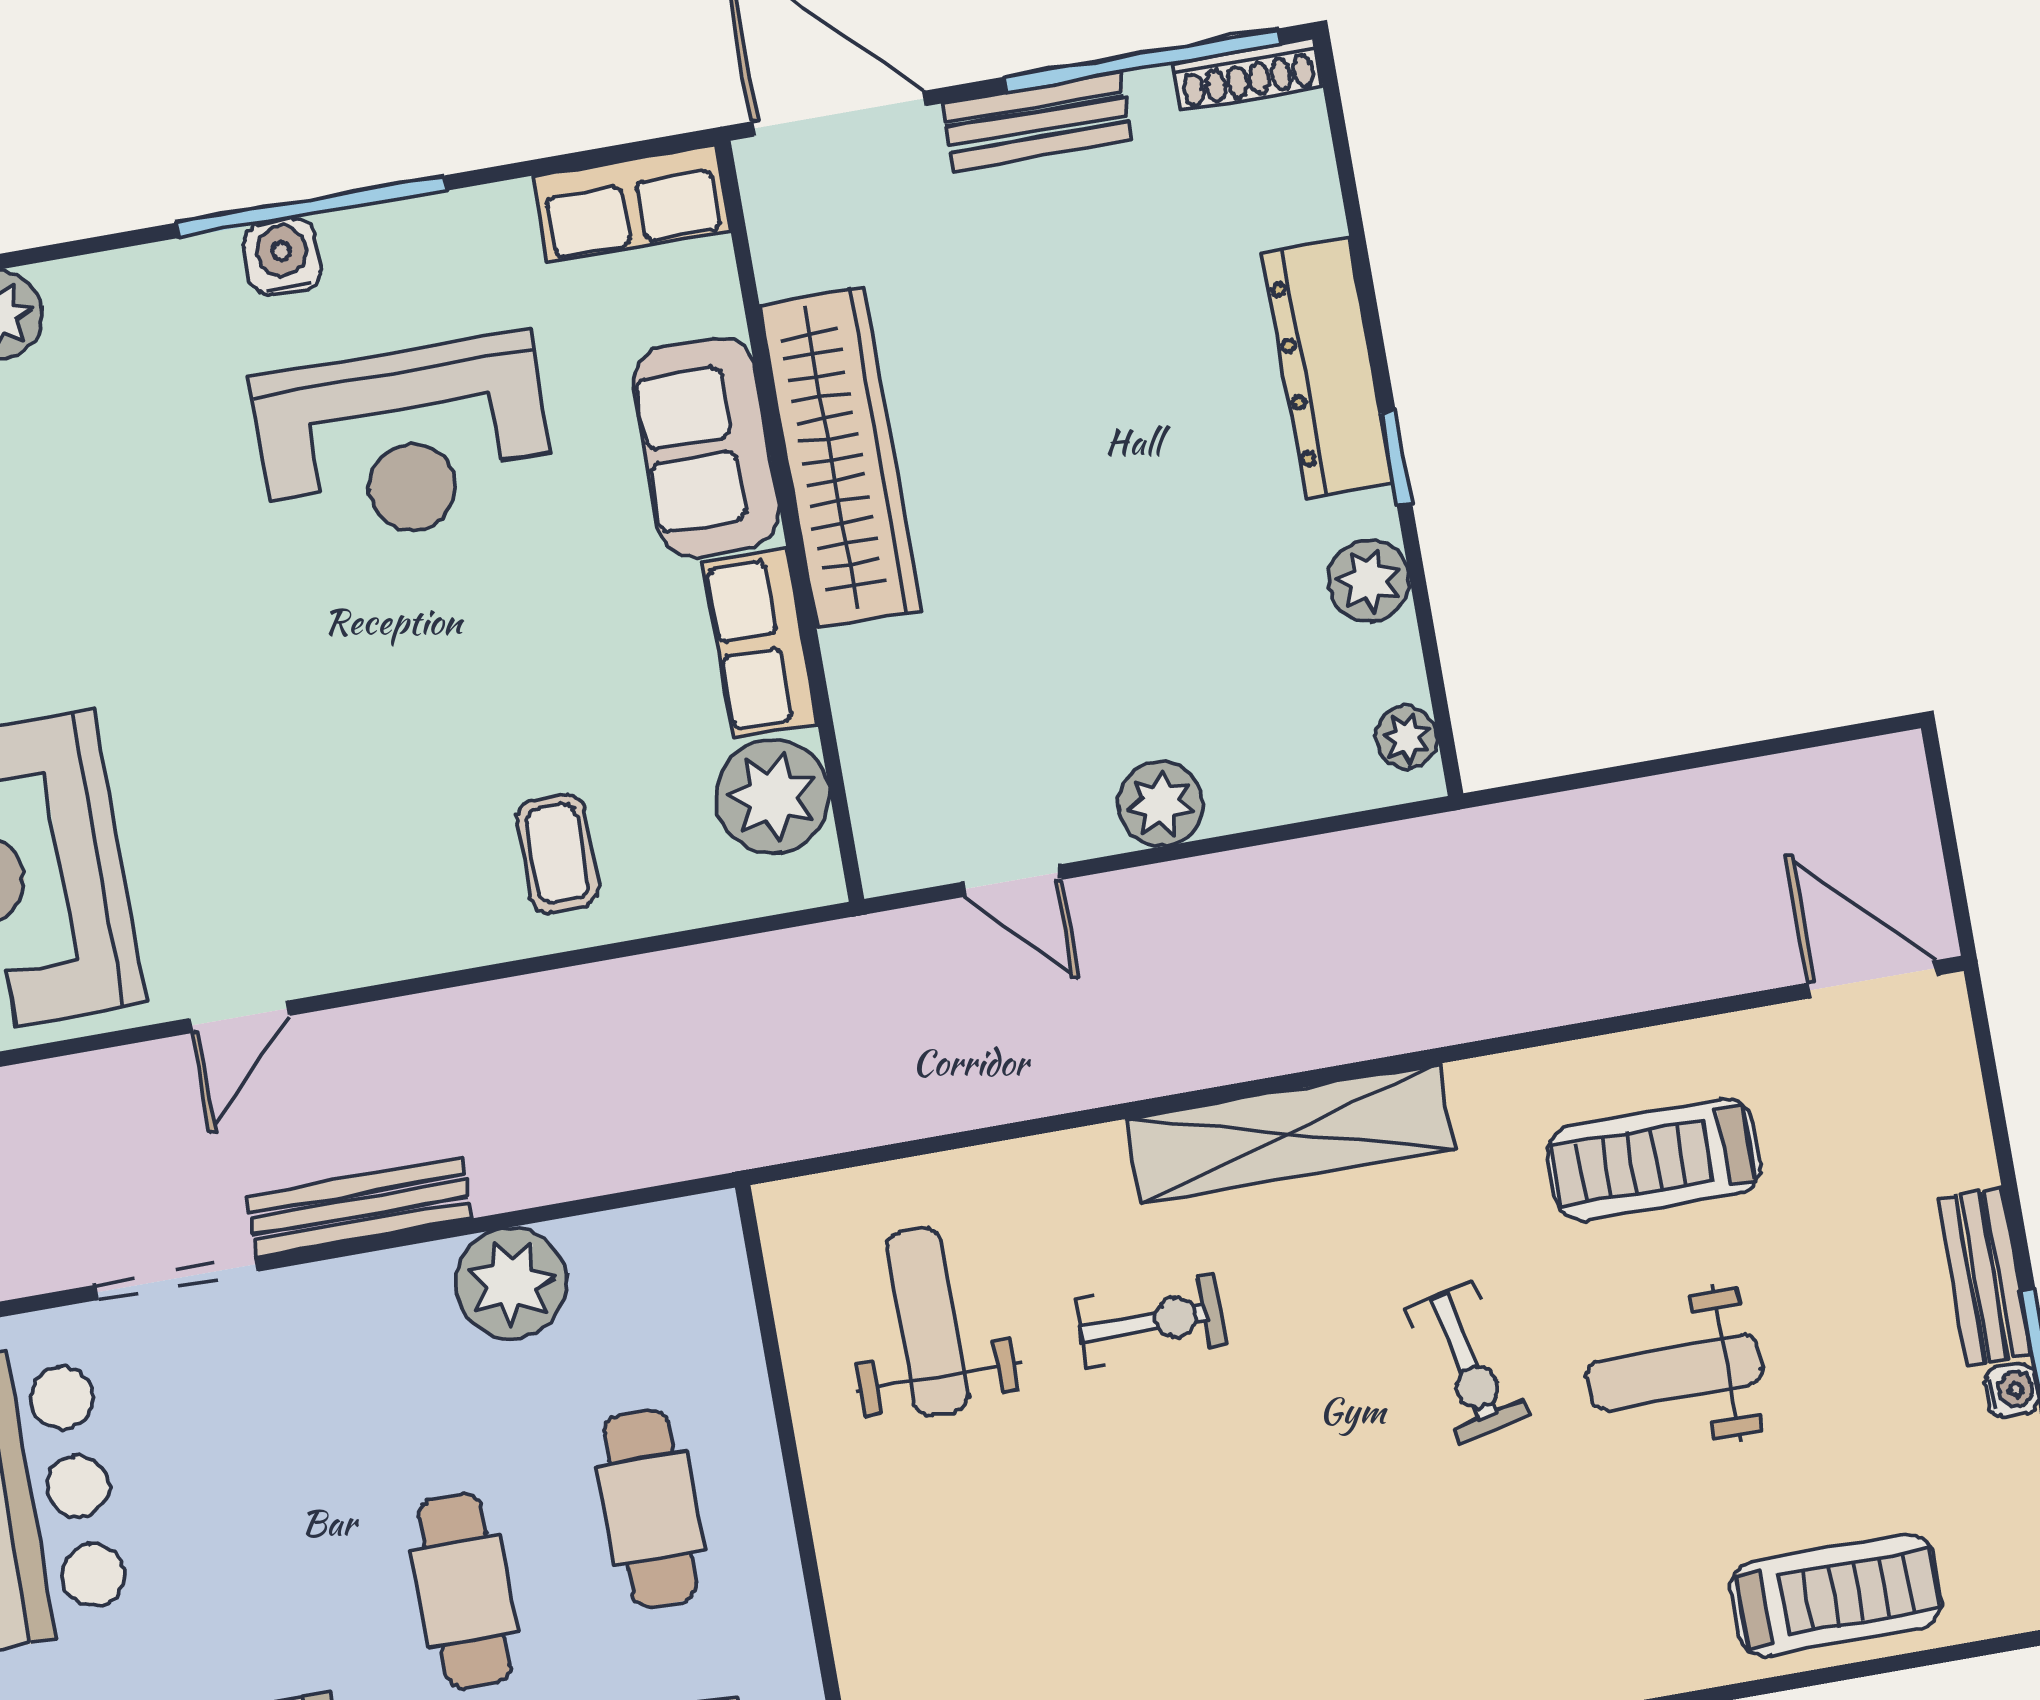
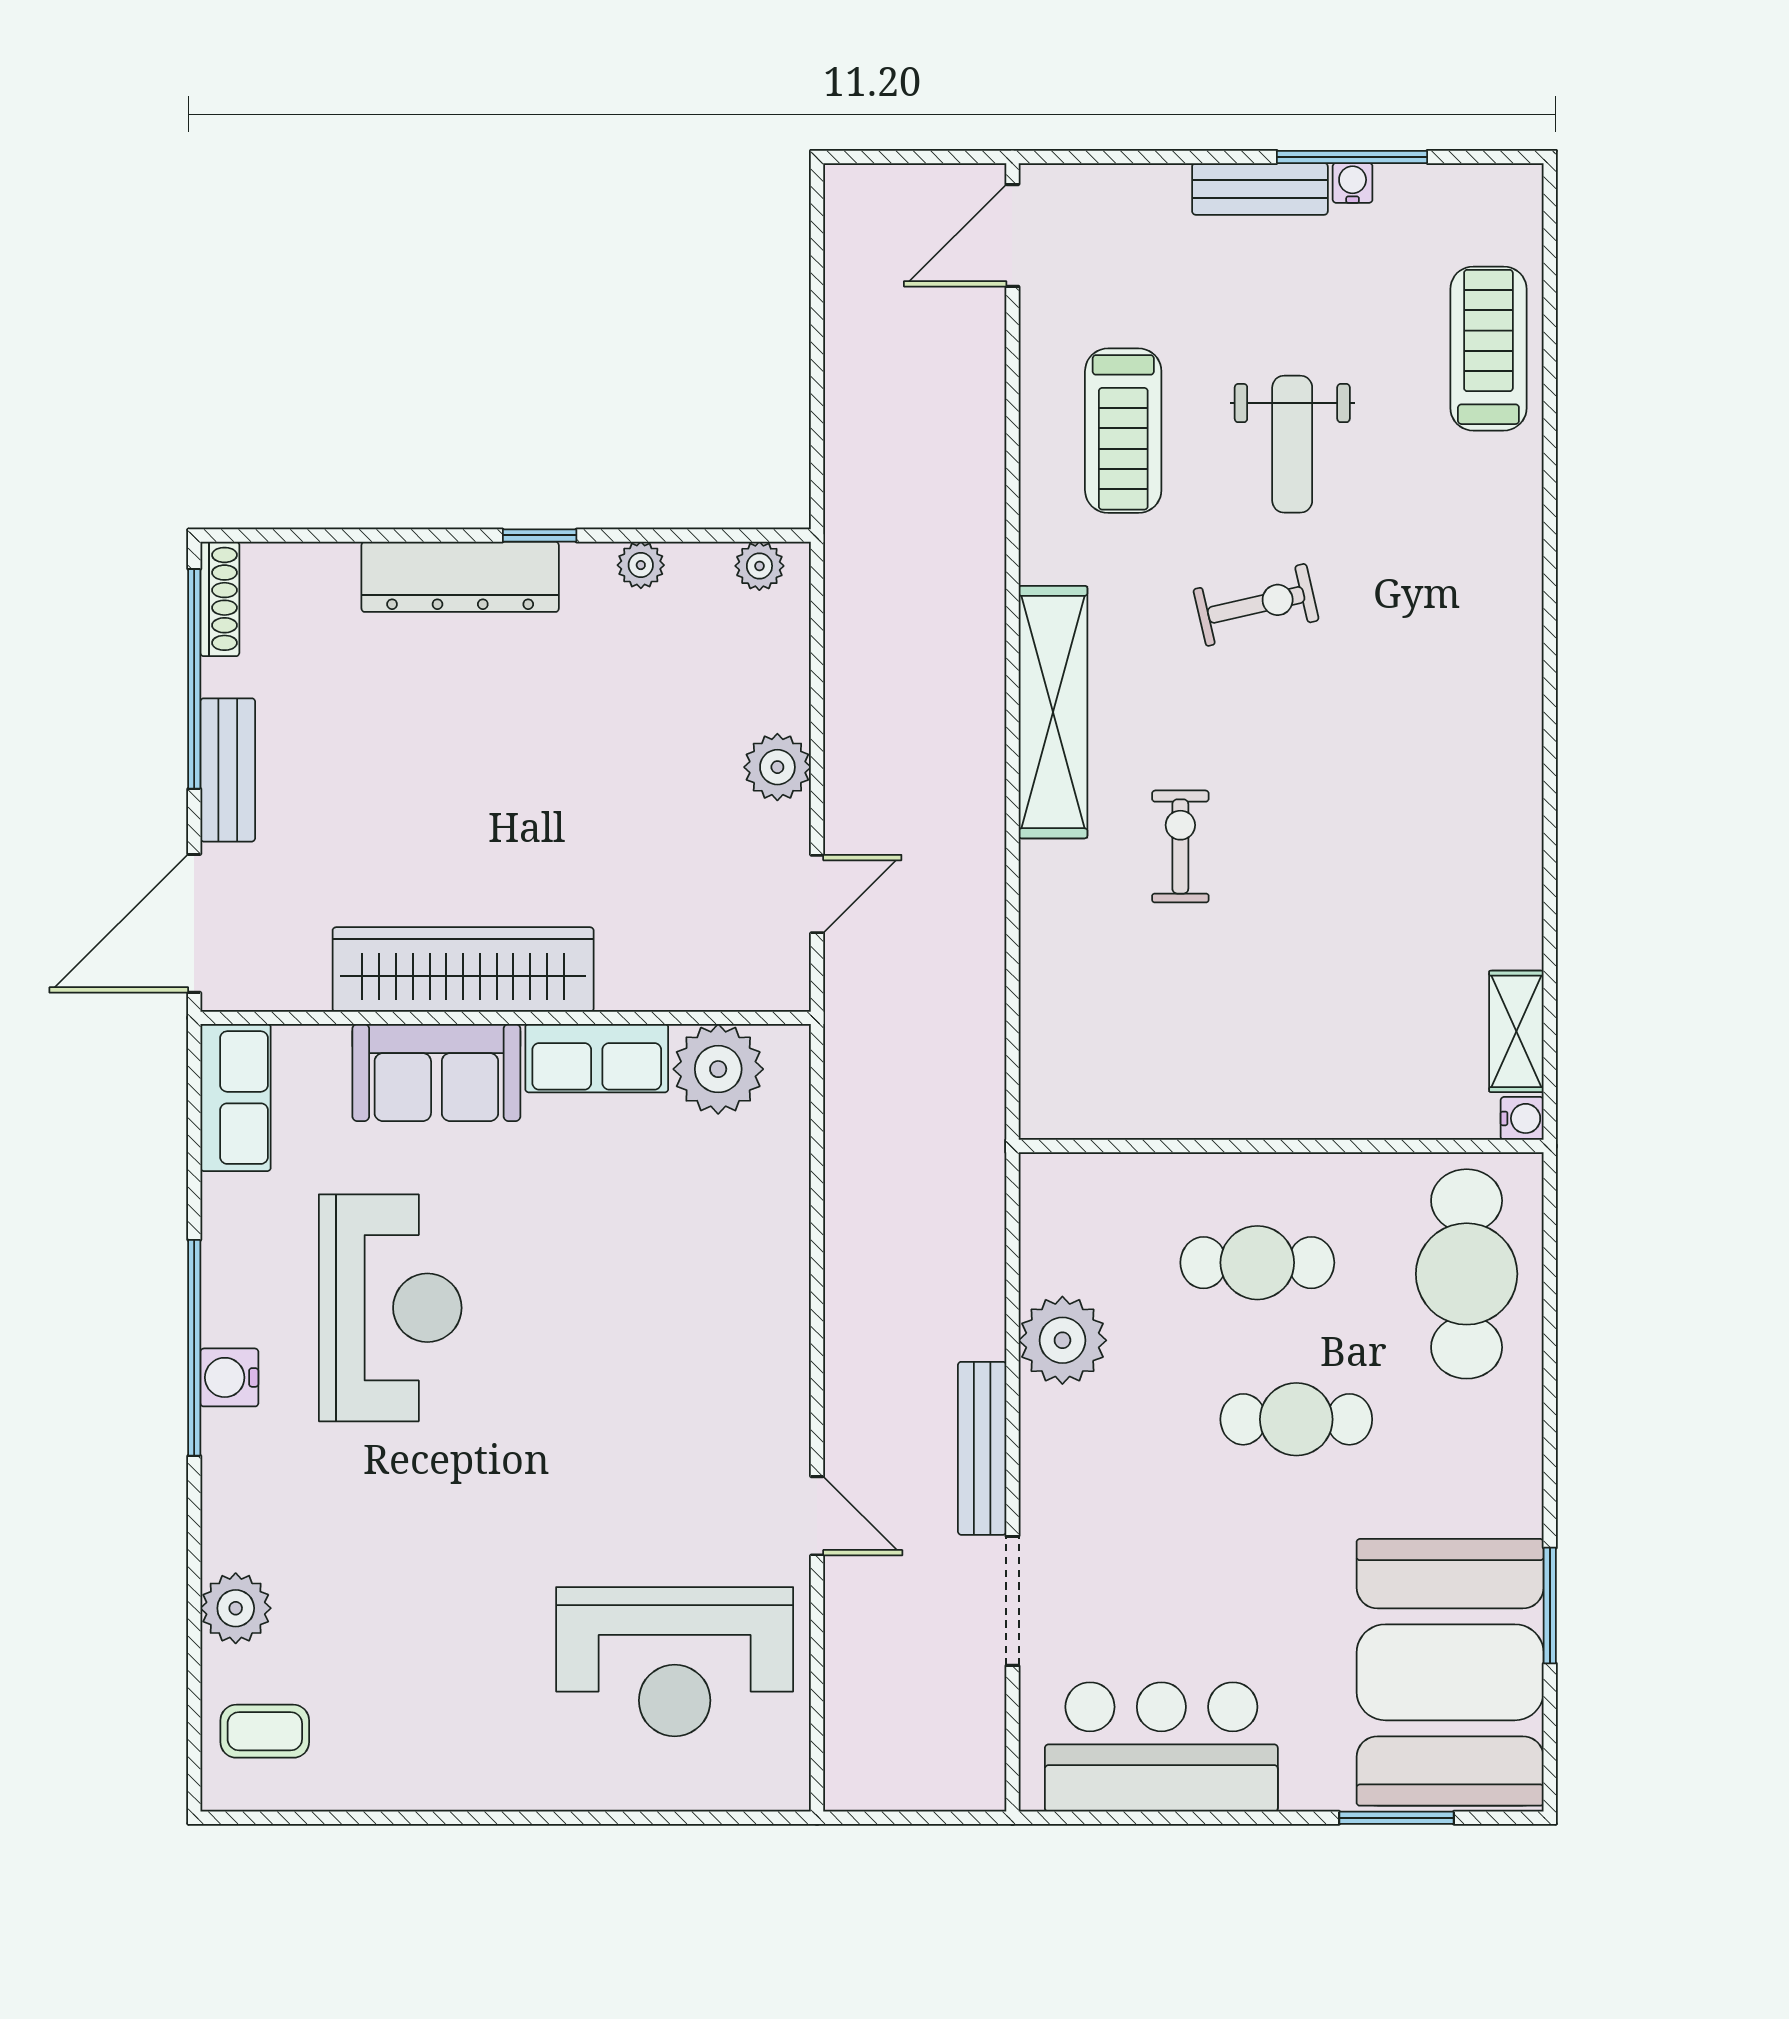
plant: (1369, 581) -> (641, 565), width x0.73, depth x0.73
coffee table: (558, 853) -> (733, 1245), removed
weight bench: (928, 1322) -> (1150, 1020), removed

